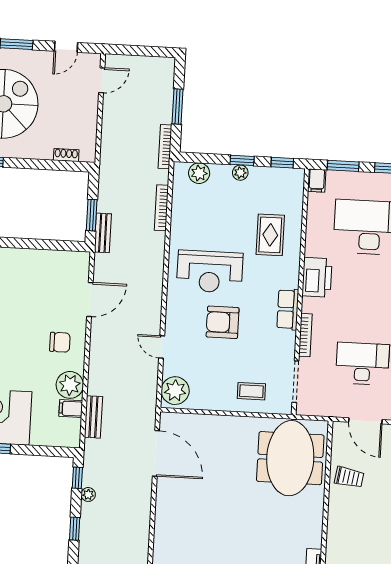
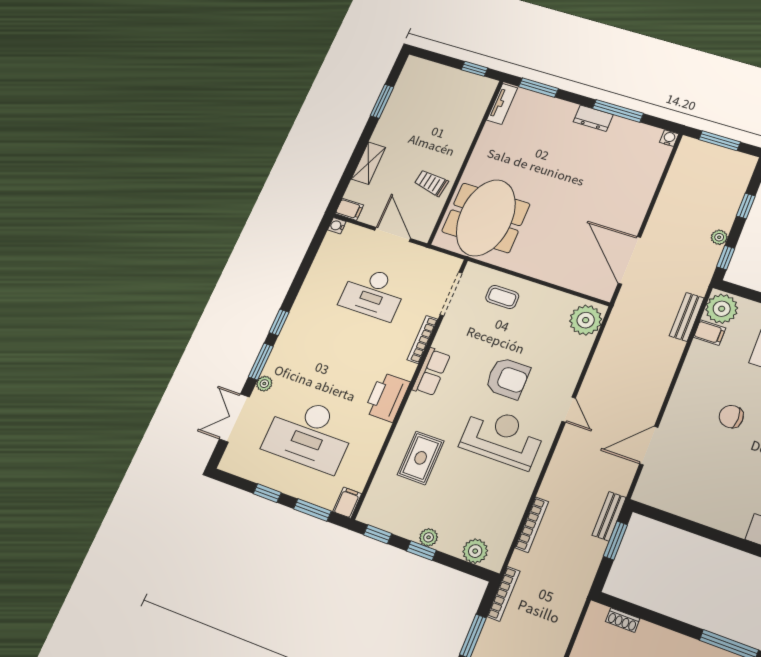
chair: (60, 342) -> (731, 417), moved
door: (162, 347) -> (569, 410), moved
plant: (70, 385) -> (722, 309), moved

